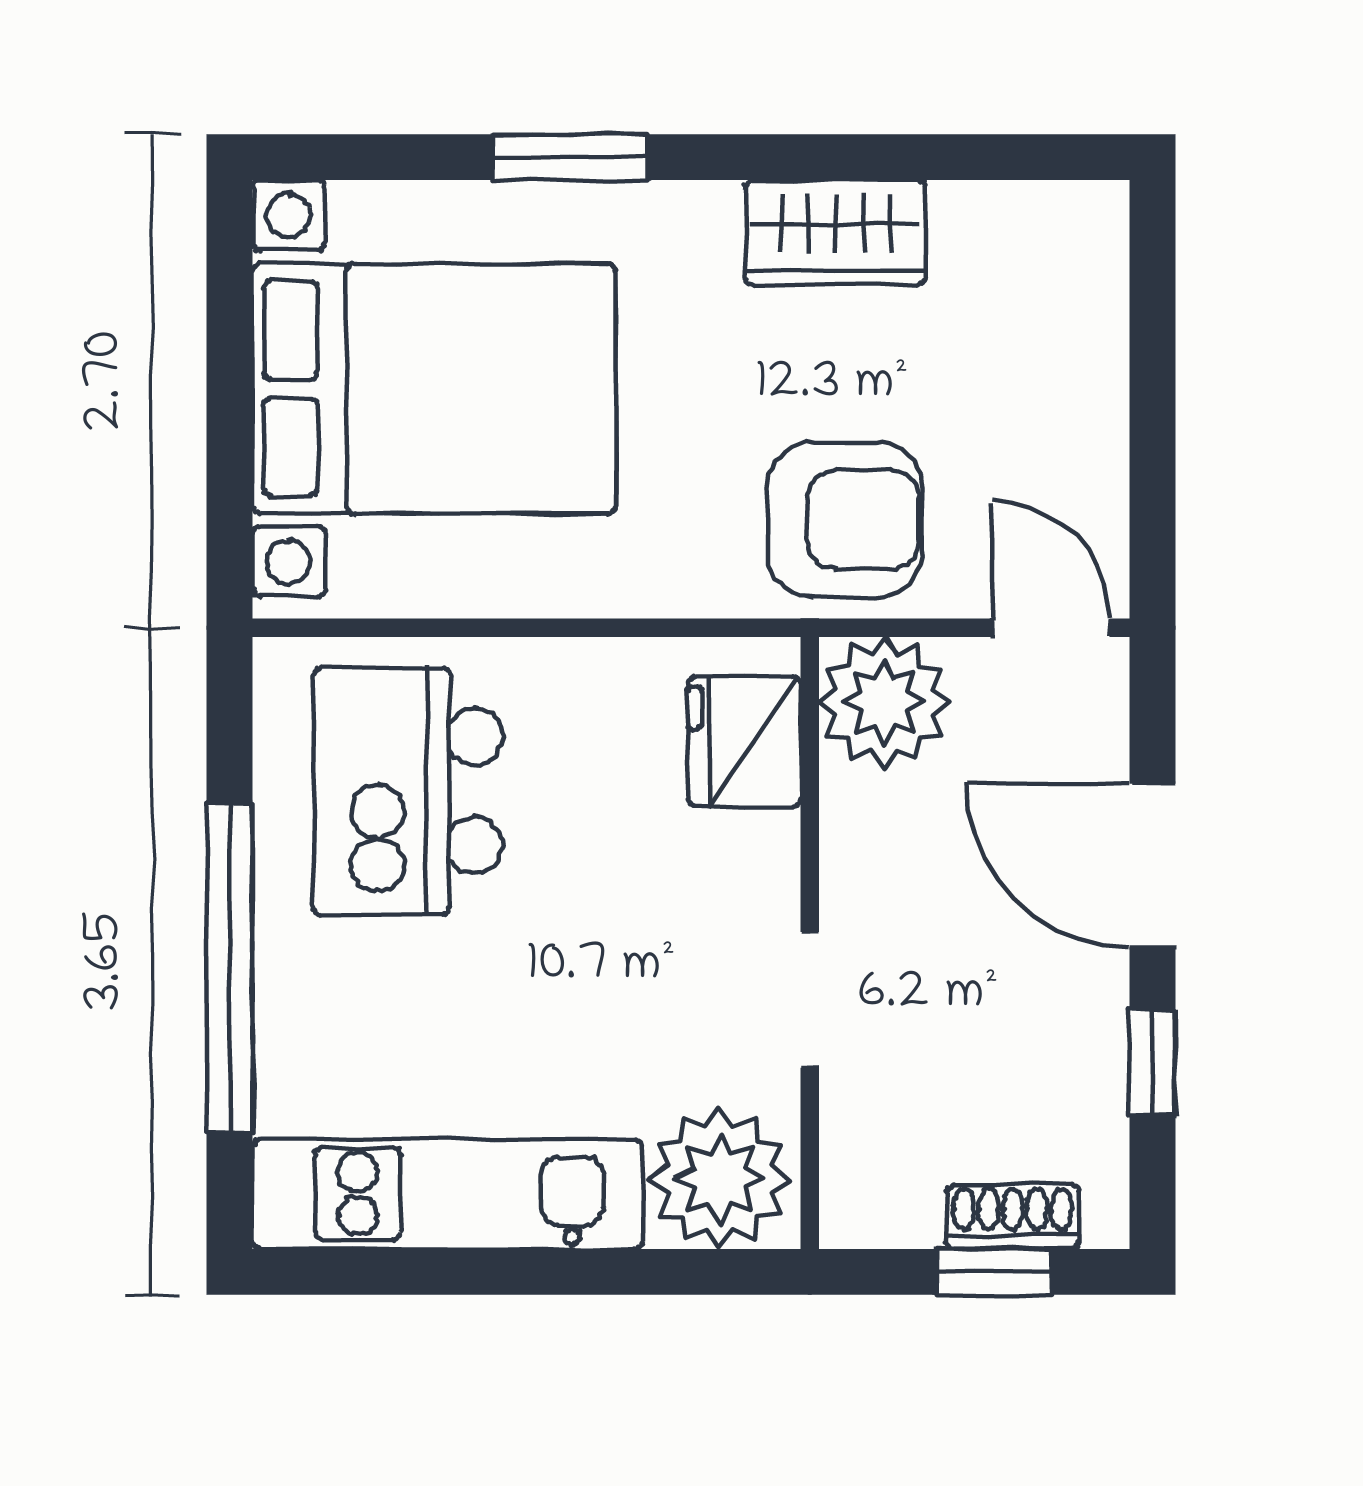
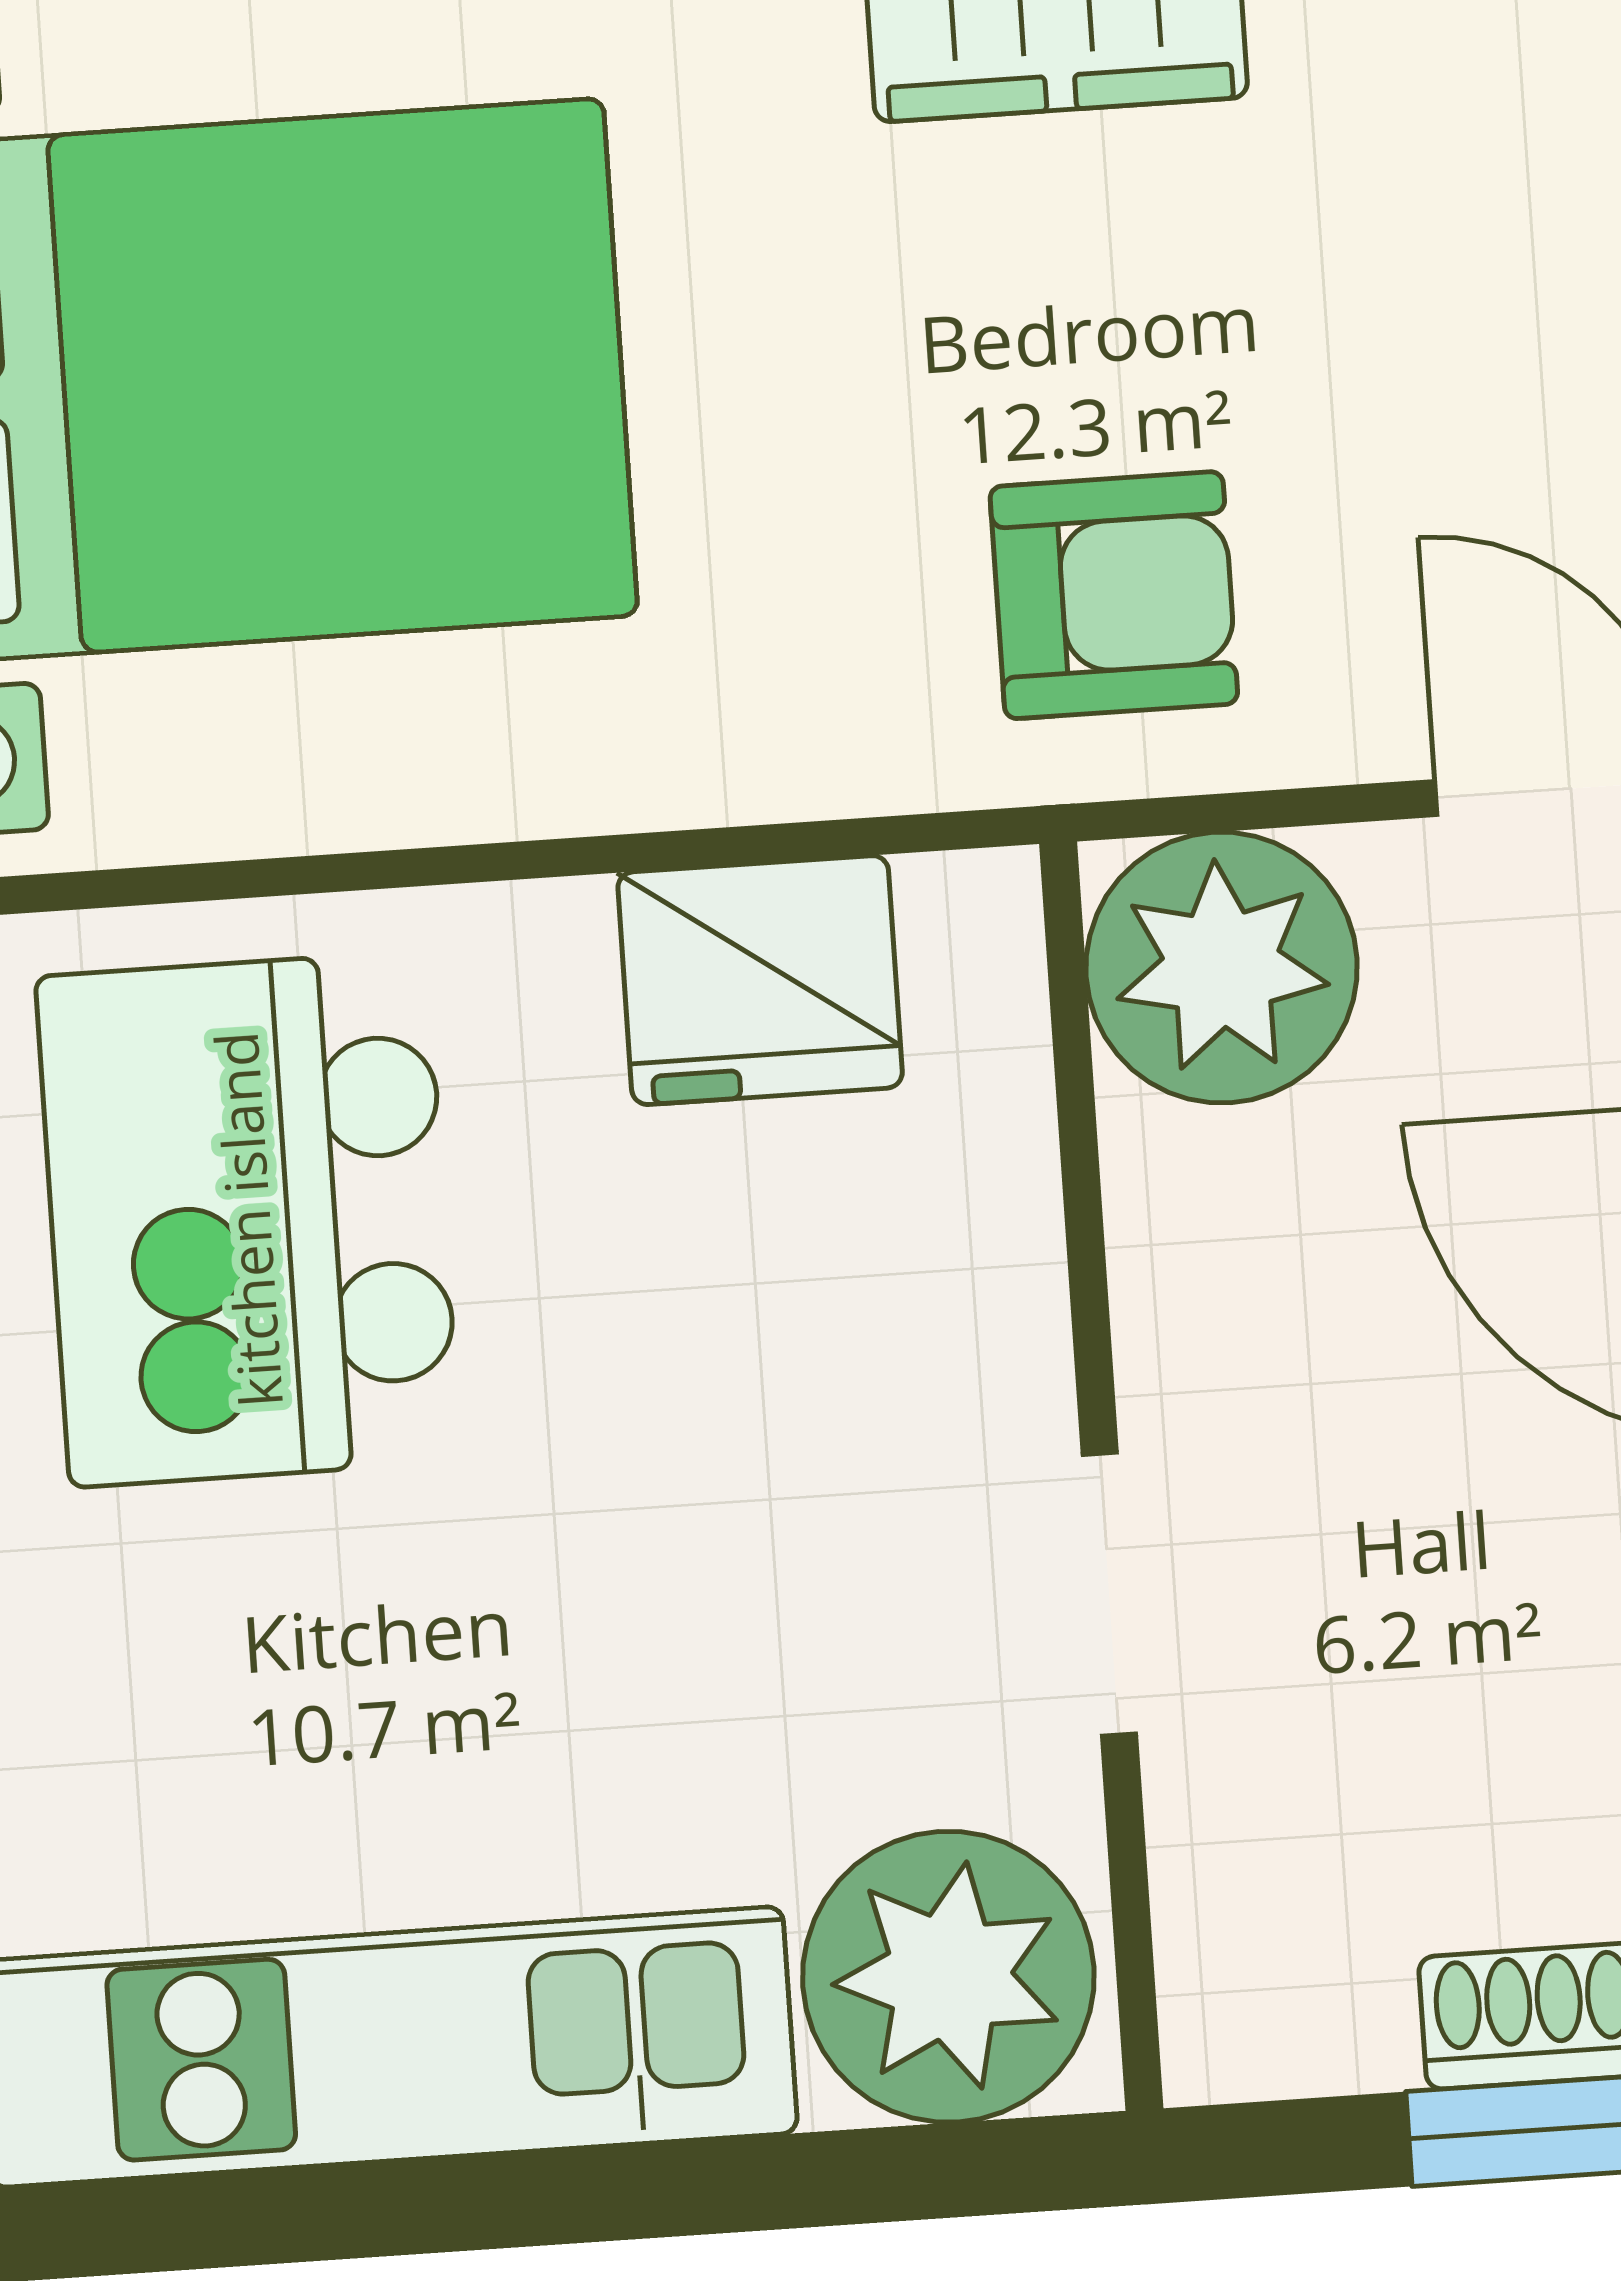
armchair: (845, 520) -> (1114, 595), width x0.72, depth x0.72
fridge: (744, 742) -> (760, 980), moved, turned -90

